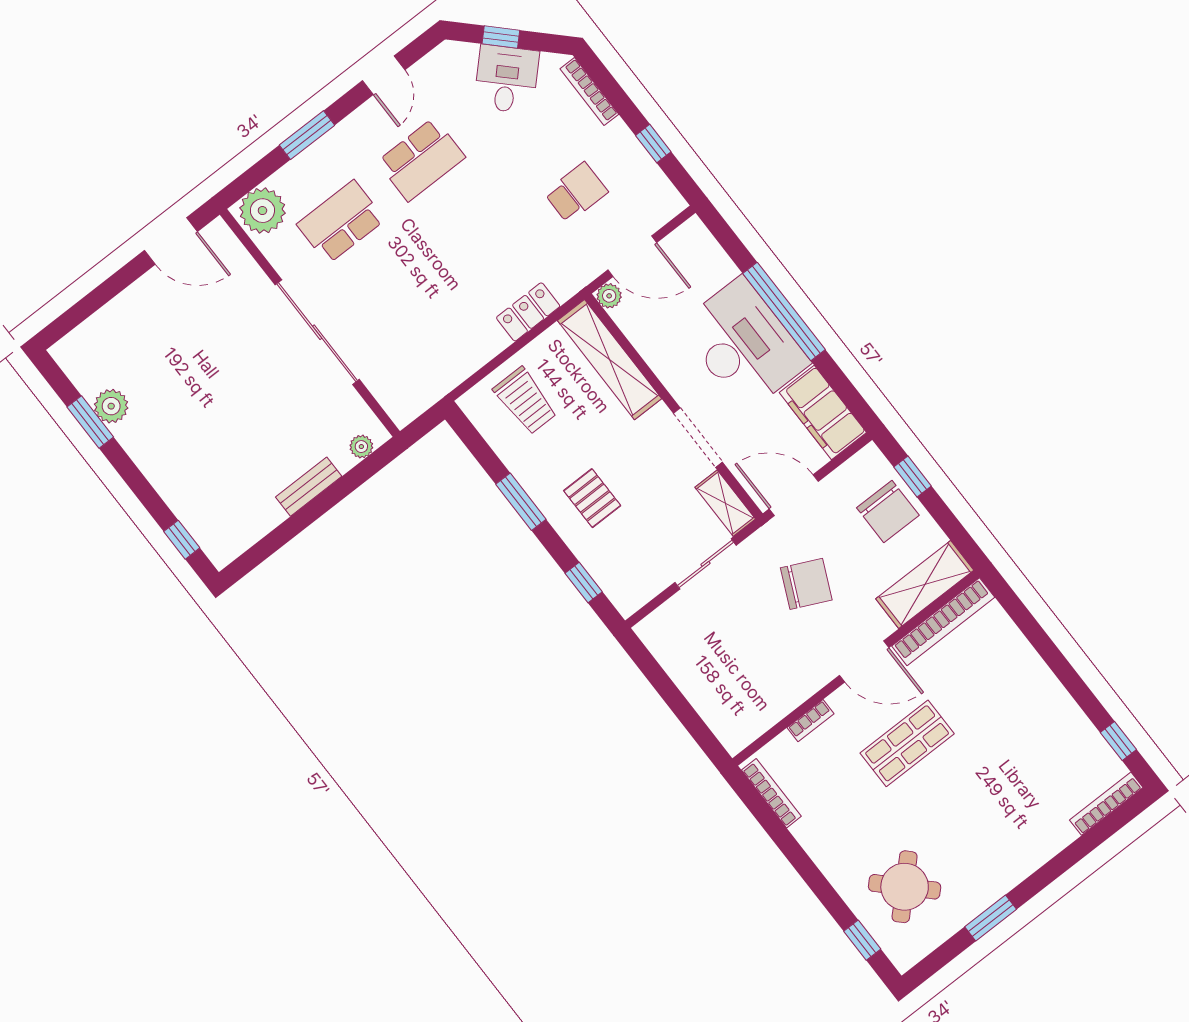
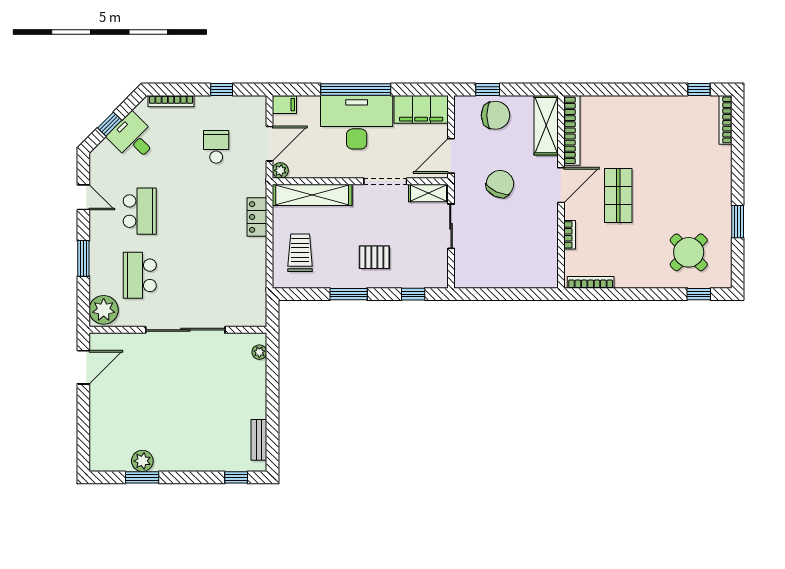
filing cabinet: (695, 237) -> (284, 105), added
trolley: (525, 401) -> (300, 253), turned -90
bench: (309, 487) -> (259, 440), moved

